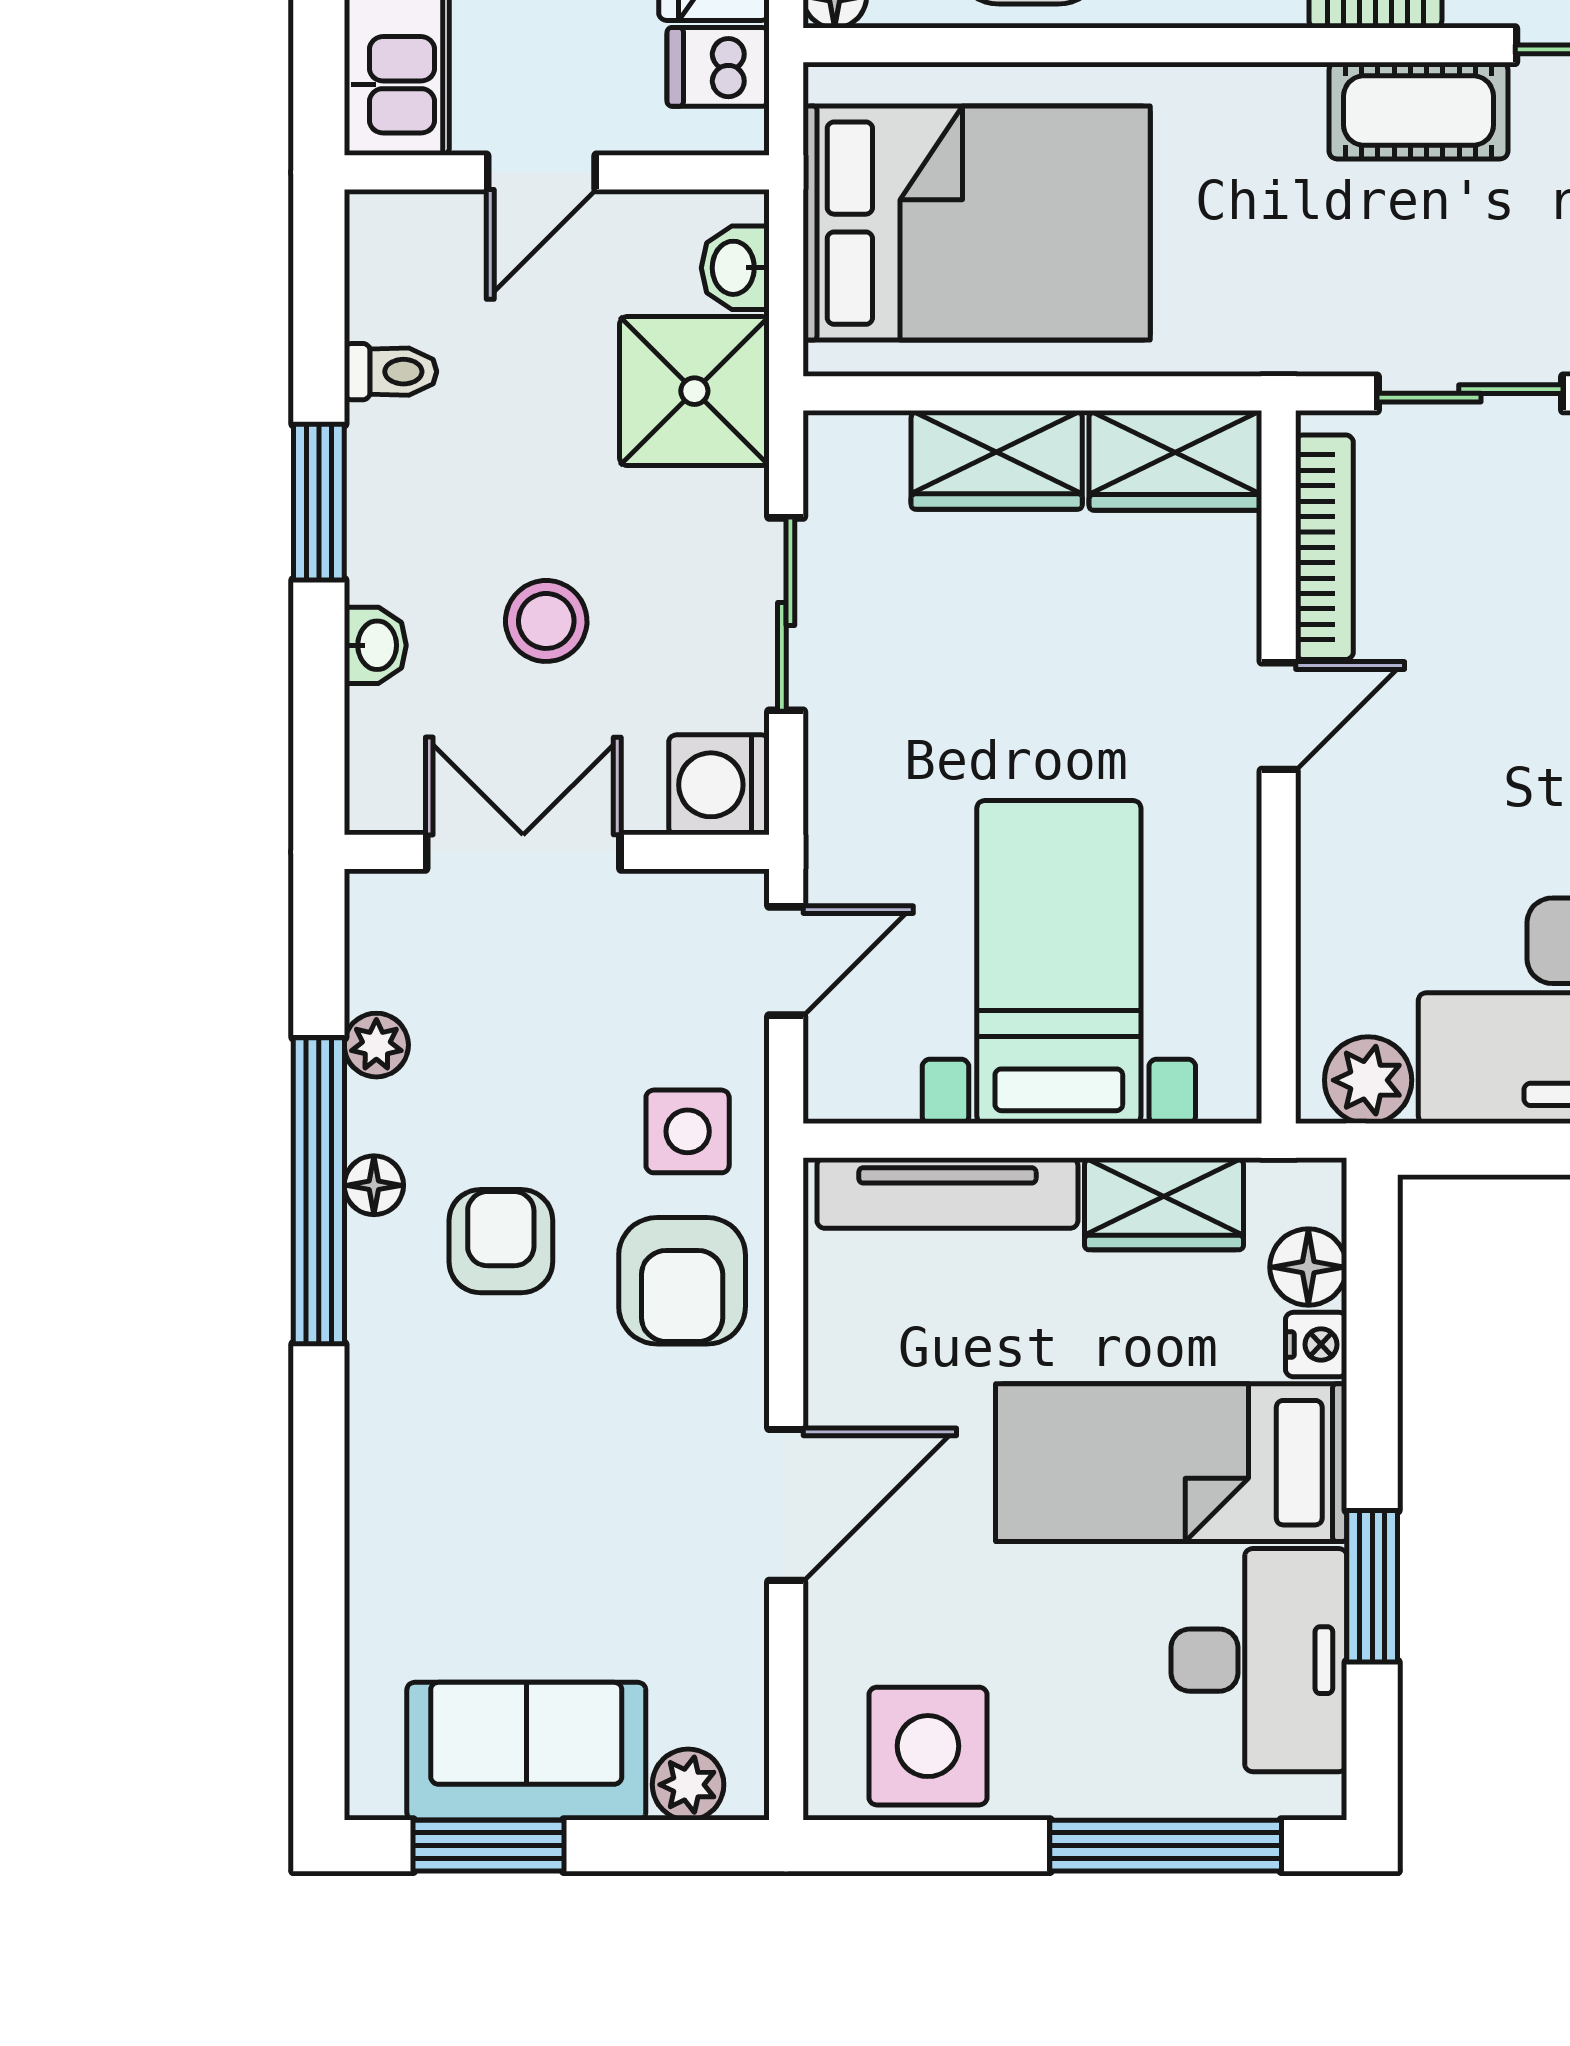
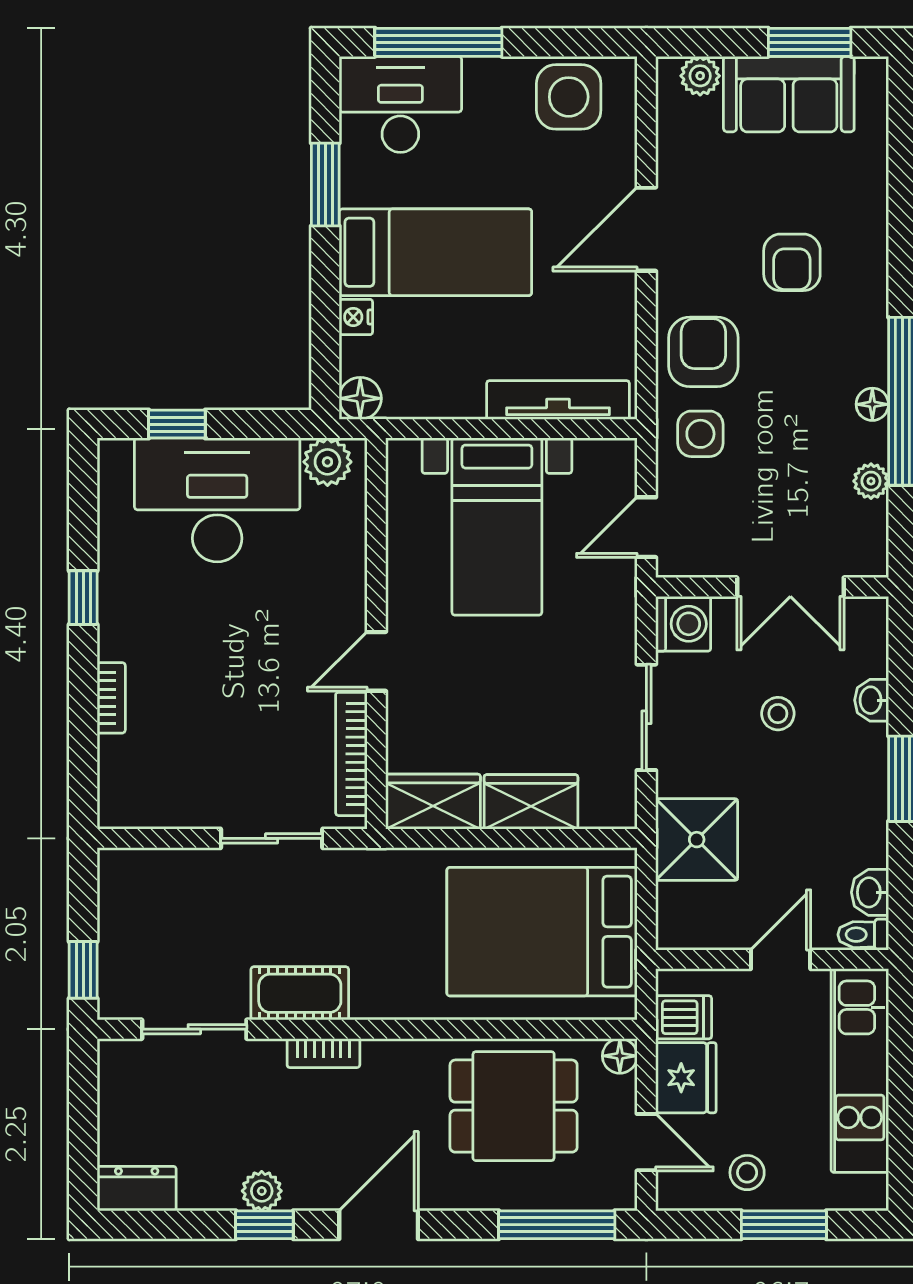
washbasin: (735, 268) -> (870, 892), moved, turned 180
toilet: (390, 372) -> (863, 935), moved
stool: (546, 621) -> (778, 714), width x0.73, depth x0.73
wardrobe: (1164, 1204) -> (439, 394), removed
armchair: (501, 1241) -> (792, 262), moved
floor lamp: (1308, 1267) -> (360, 398), moved
desk: (1259, 1660) -> (400, 104), moved, turned 90

